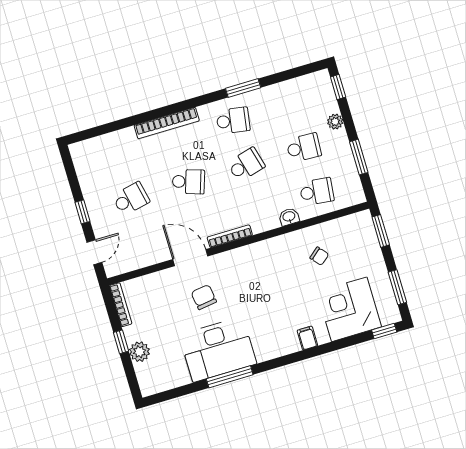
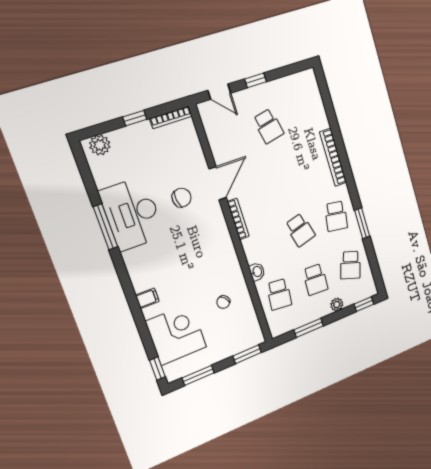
school desk: (188, 182) -> (350, 265), moved
plant: (139, 352) -> (100, 145), moved

